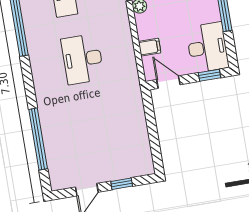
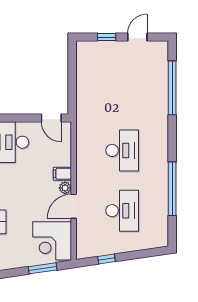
filing cabinet: (150, 47) -> (62, 174), moved
window: (209, 75) -> (15, 118), removed

